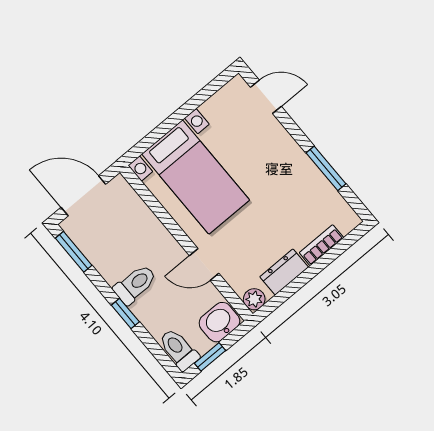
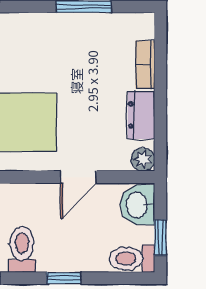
toilet: (135, 284) -> (22, 249), moved

